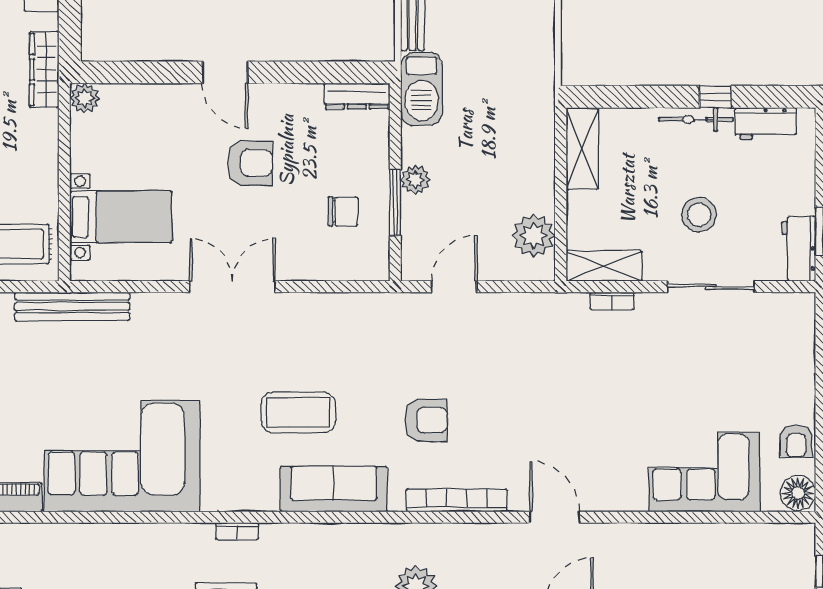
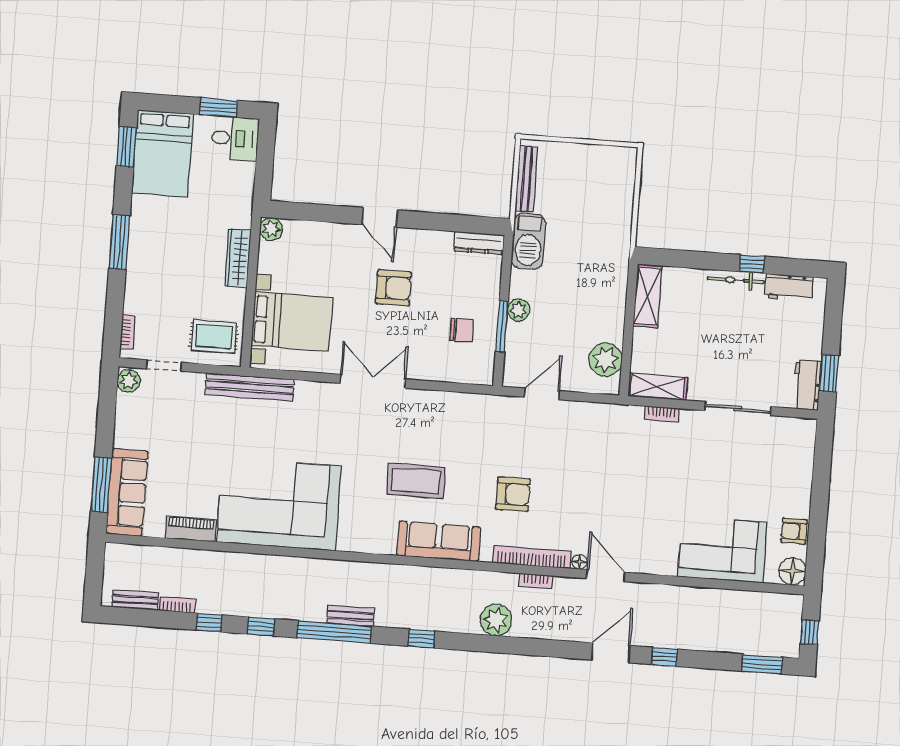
wardrobe: (44, 70) -> (238, 258), moved
stool: (699, 215) -> (733, 353), removed
bed with nightstands: (121, 217) -> (292, 322), width x1.36
armchair: (796, 441) -> (794, 531), turned 90
floor lamp: (519, 502) -> (579, 562), added
bookcase: (237, 531) -> (536, 581), moved

